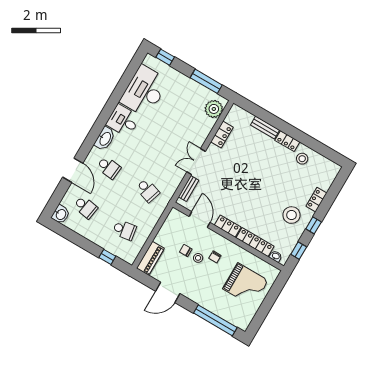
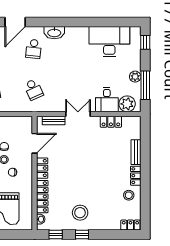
plant: (192, 86) -> (135, 77), added
desk: (123, 121) -> (107, 100), moved, turned 180
school desk: (148, 190) -> (34, 89), turned -42
locker: (316, 200) -> (130, 225), moved

